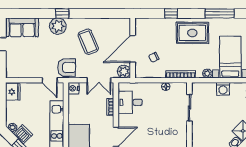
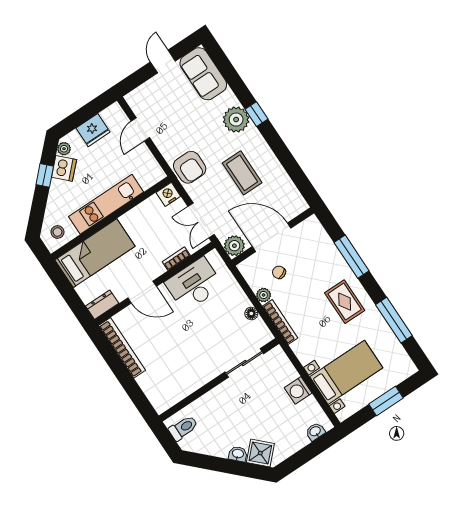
window: (171, 13) -> (351, 257), width x2.17
rug: (192, 33) -> (345, 302), width x0.73, depth x0.70
coffee table: (88, 42) -> (242, 173), turned -67
plant: (207, 73) -> (264, 295), moved
door: (50, 80) -> (140, 129), moved
fridge: (13, 92) -> (93, 130), moved
desk: (130, 102) -> (194, 284), width x1.37

